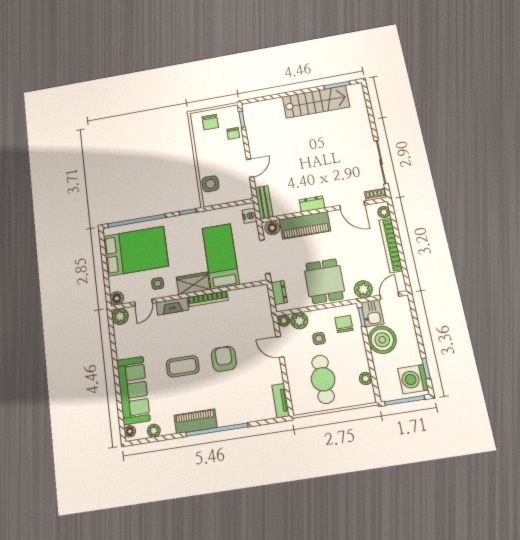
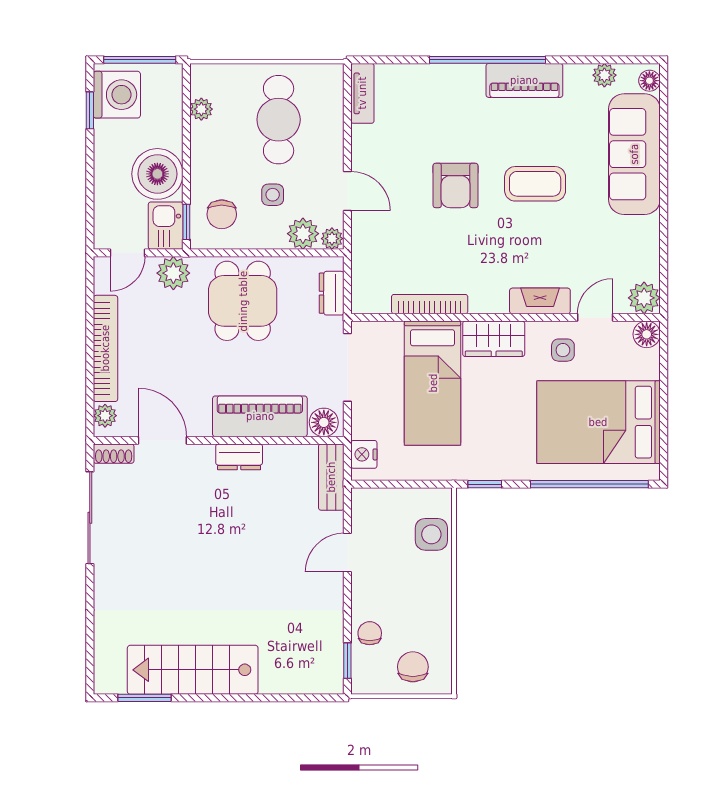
bookcase: (208, 299) -> (430, 304), moved

